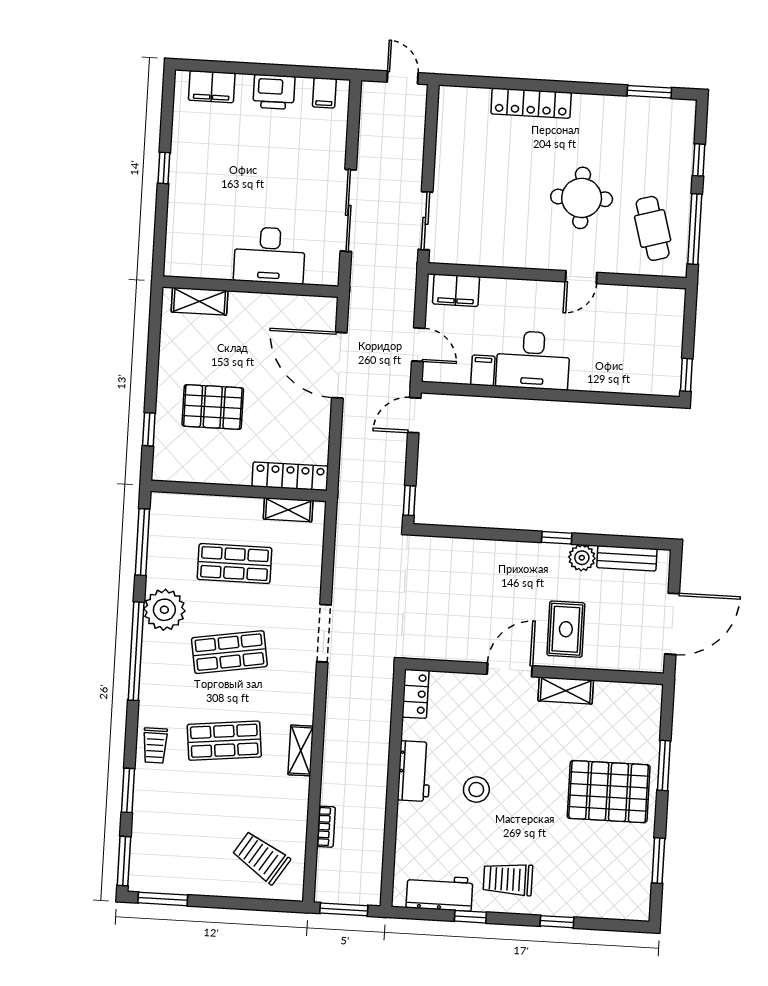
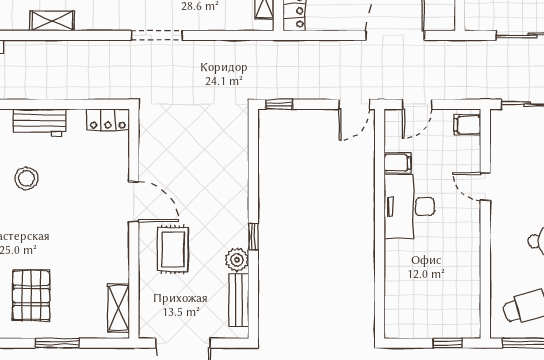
door: (581, 277) -> (485, 187), moved
filing cabinet: (456, 290) -> (467, 125), width x0.50
window: (686, 375) -> (448, 343), moved
door: (414, 415) -> (354, 104), swing flipped
rug: (566, 629) -> (173, 249), turned 90
shelving: (566, 691) -> (119, 308), moved
pallet: (609, 792) -> (31, 296), width x0.73, depth x0.71

